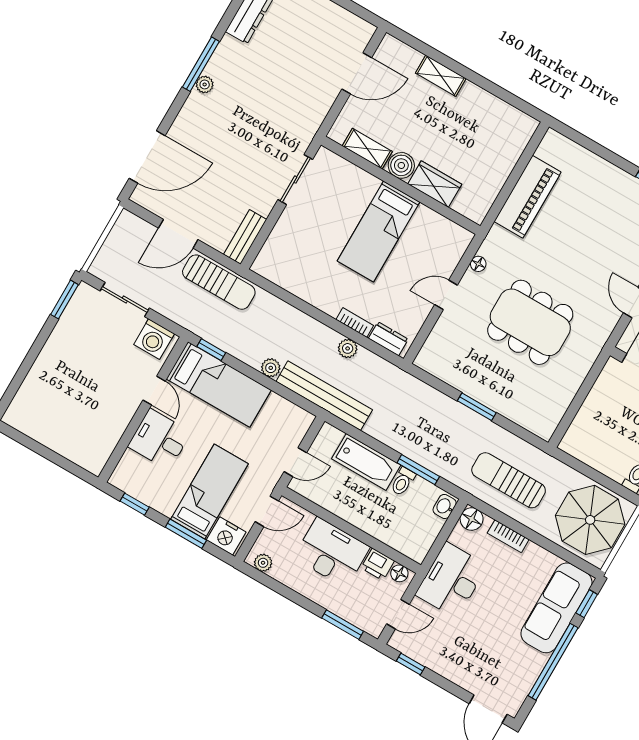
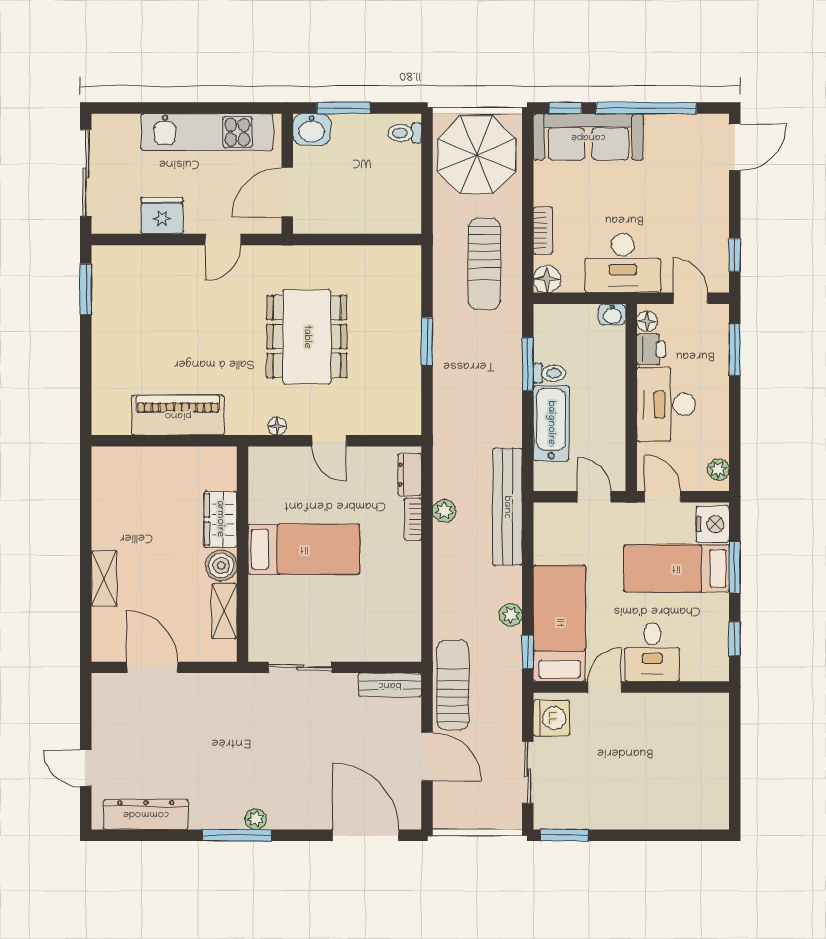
plant: (271, 368) -> (511, 615), moved
washbasin: (445, 506) -> (612, 315), moved

